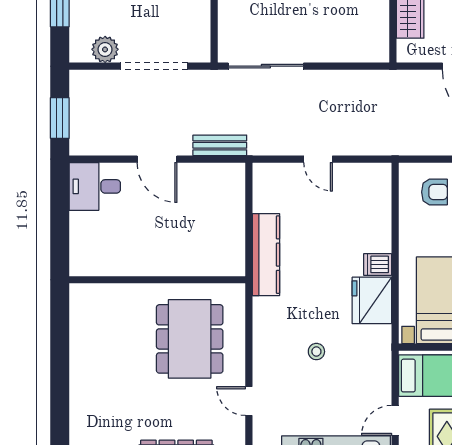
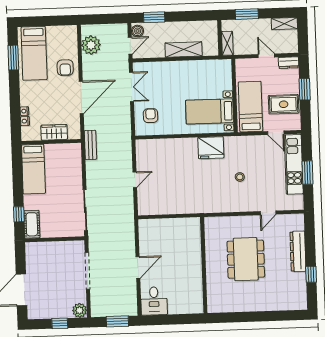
plant: (105, 49) -> (80, 310), moved
bench: (220, 145) -> (90, 145), moved
kitchen counter: (266, 255) -> (188, 206), removed
dishwasher: (378, 264) -> (191, 145), removed
dining table: (190, 339) -> (246, 259), moved, turned 90

